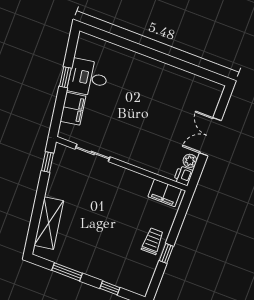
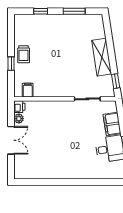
filing cabinet: (165, 193) -> (28, 90), width x0.50
shelving: (49, 223) -> (102, 57), moved
window: (166, 253) -> (11, 64), moved

